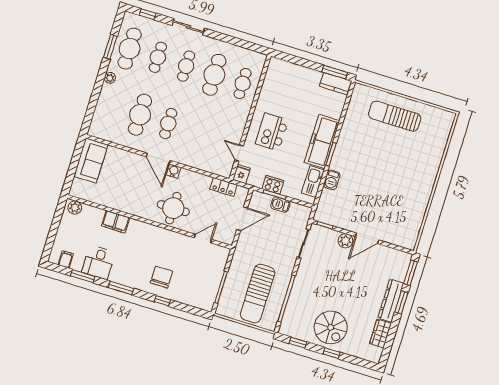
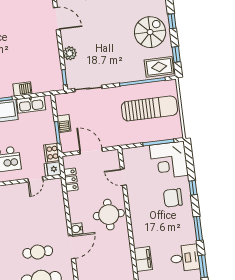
cooker: (273, 185) -> (52, 153), moved
door: (367, 238) -> (57, 19), moved
corner desk: (199, 289) -> (169, 160), added
rug: (293, 321) -> (159, 67), added

